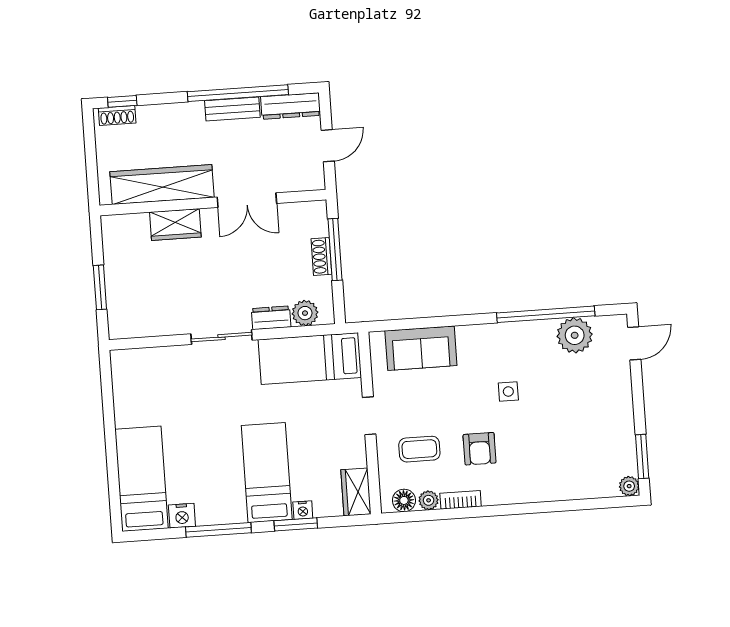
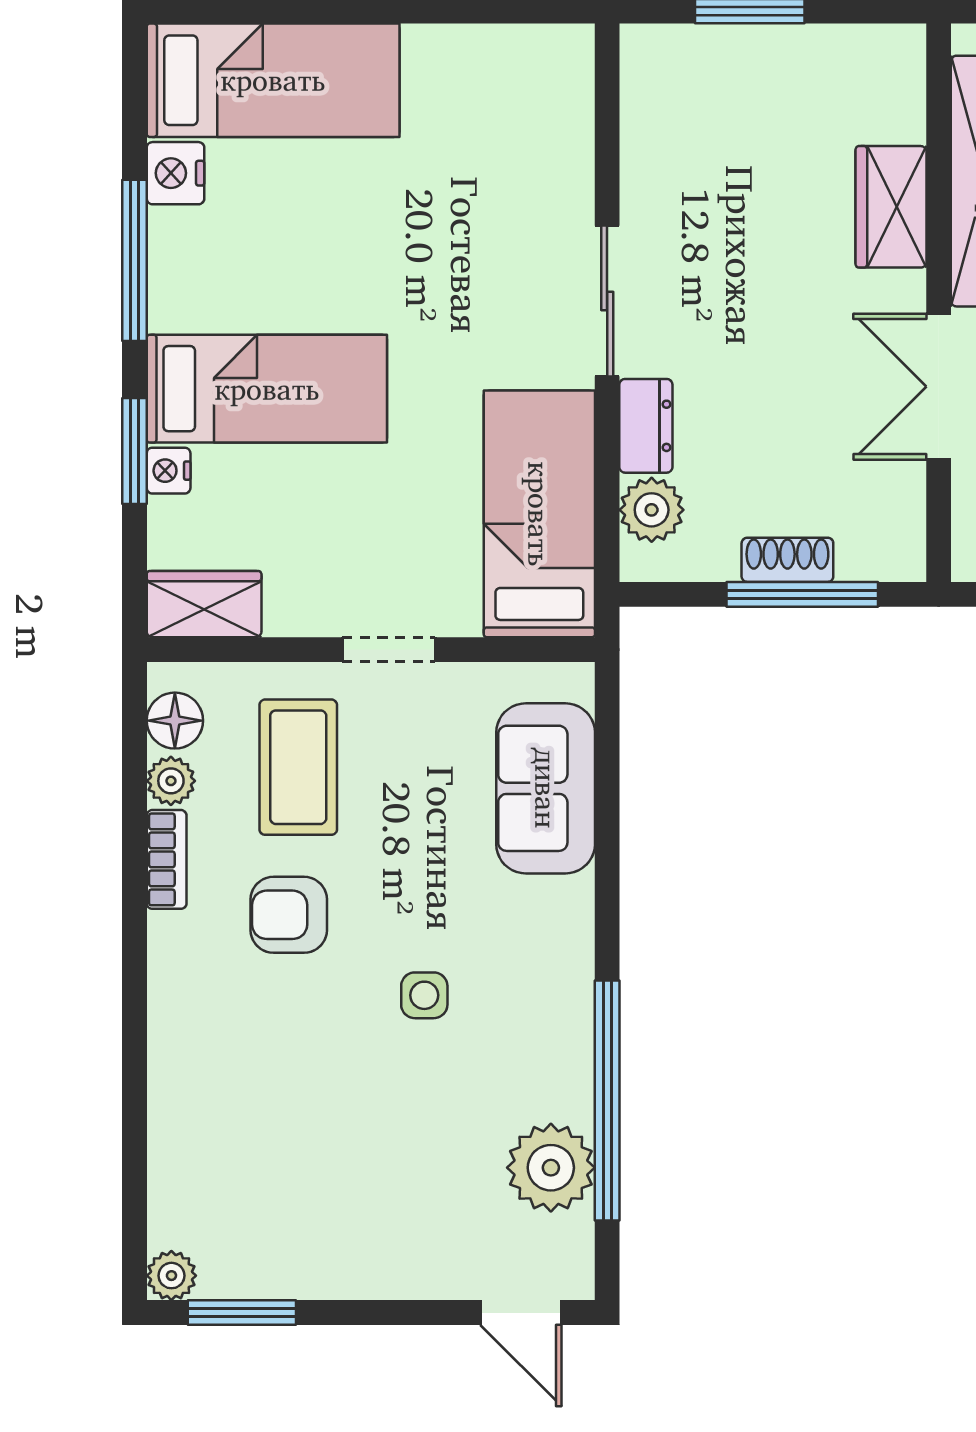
coffee table: (419, 449) -> (298, 767), width x1.36, depth x1.30

